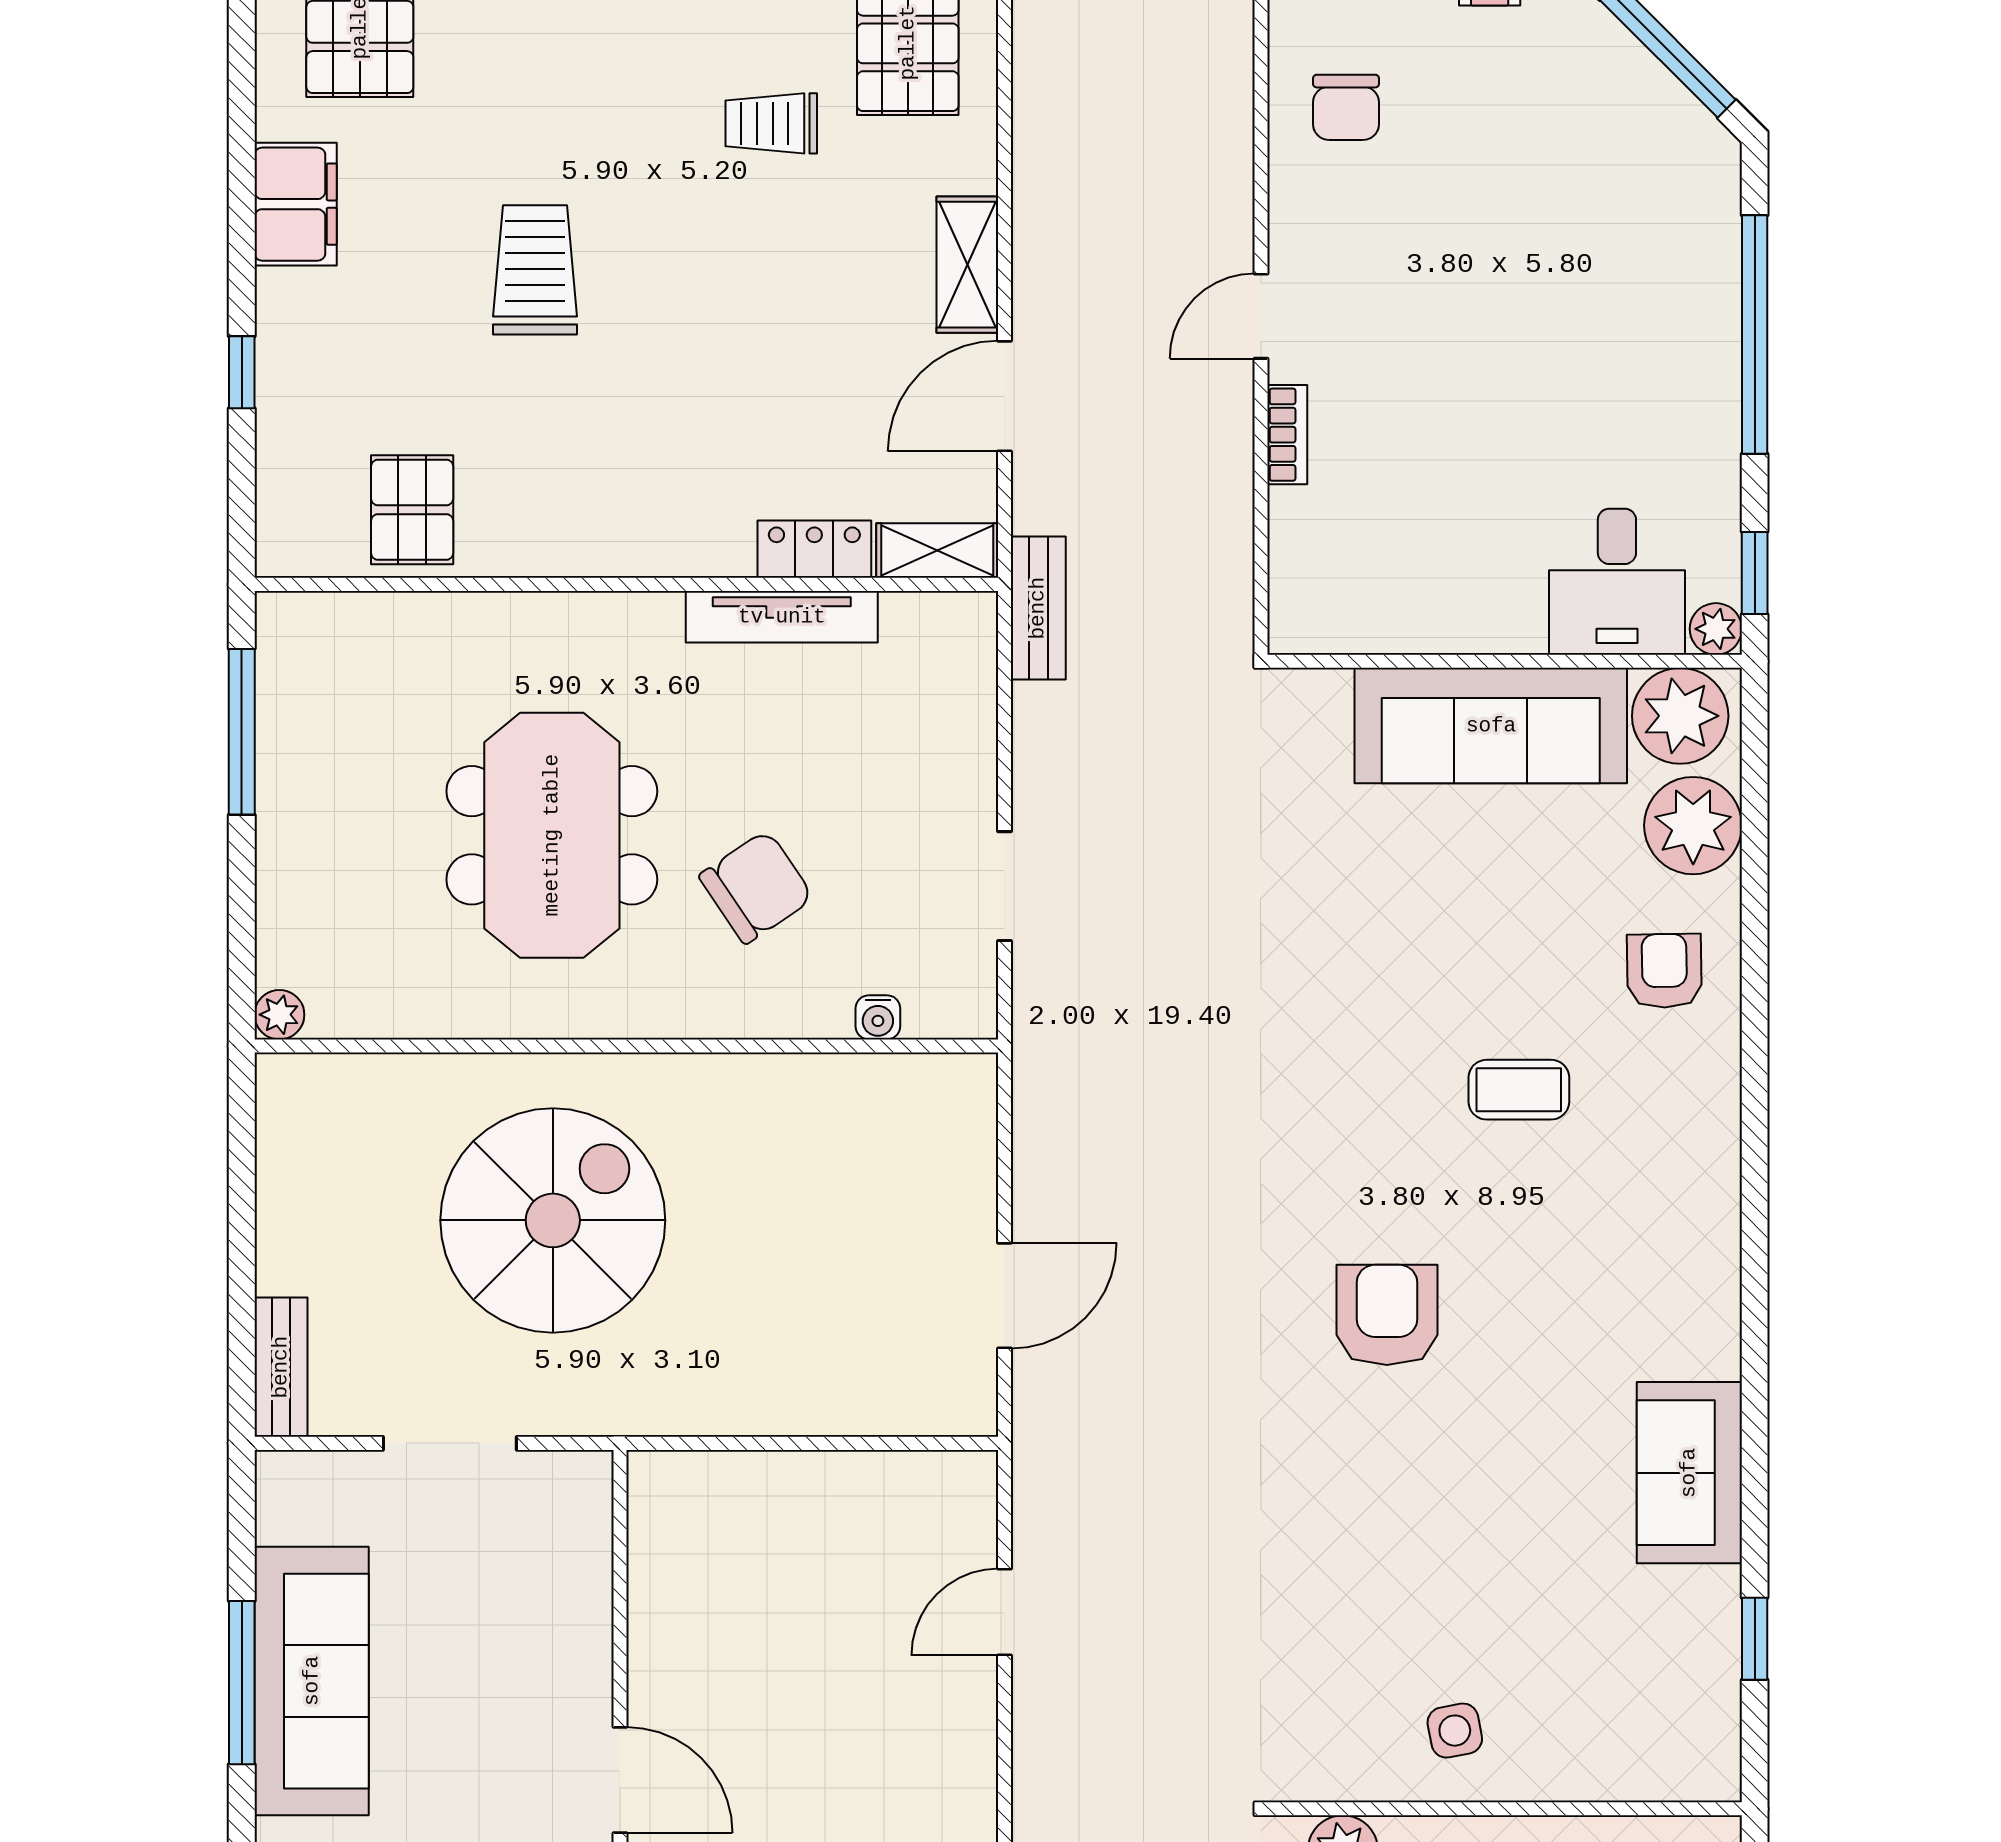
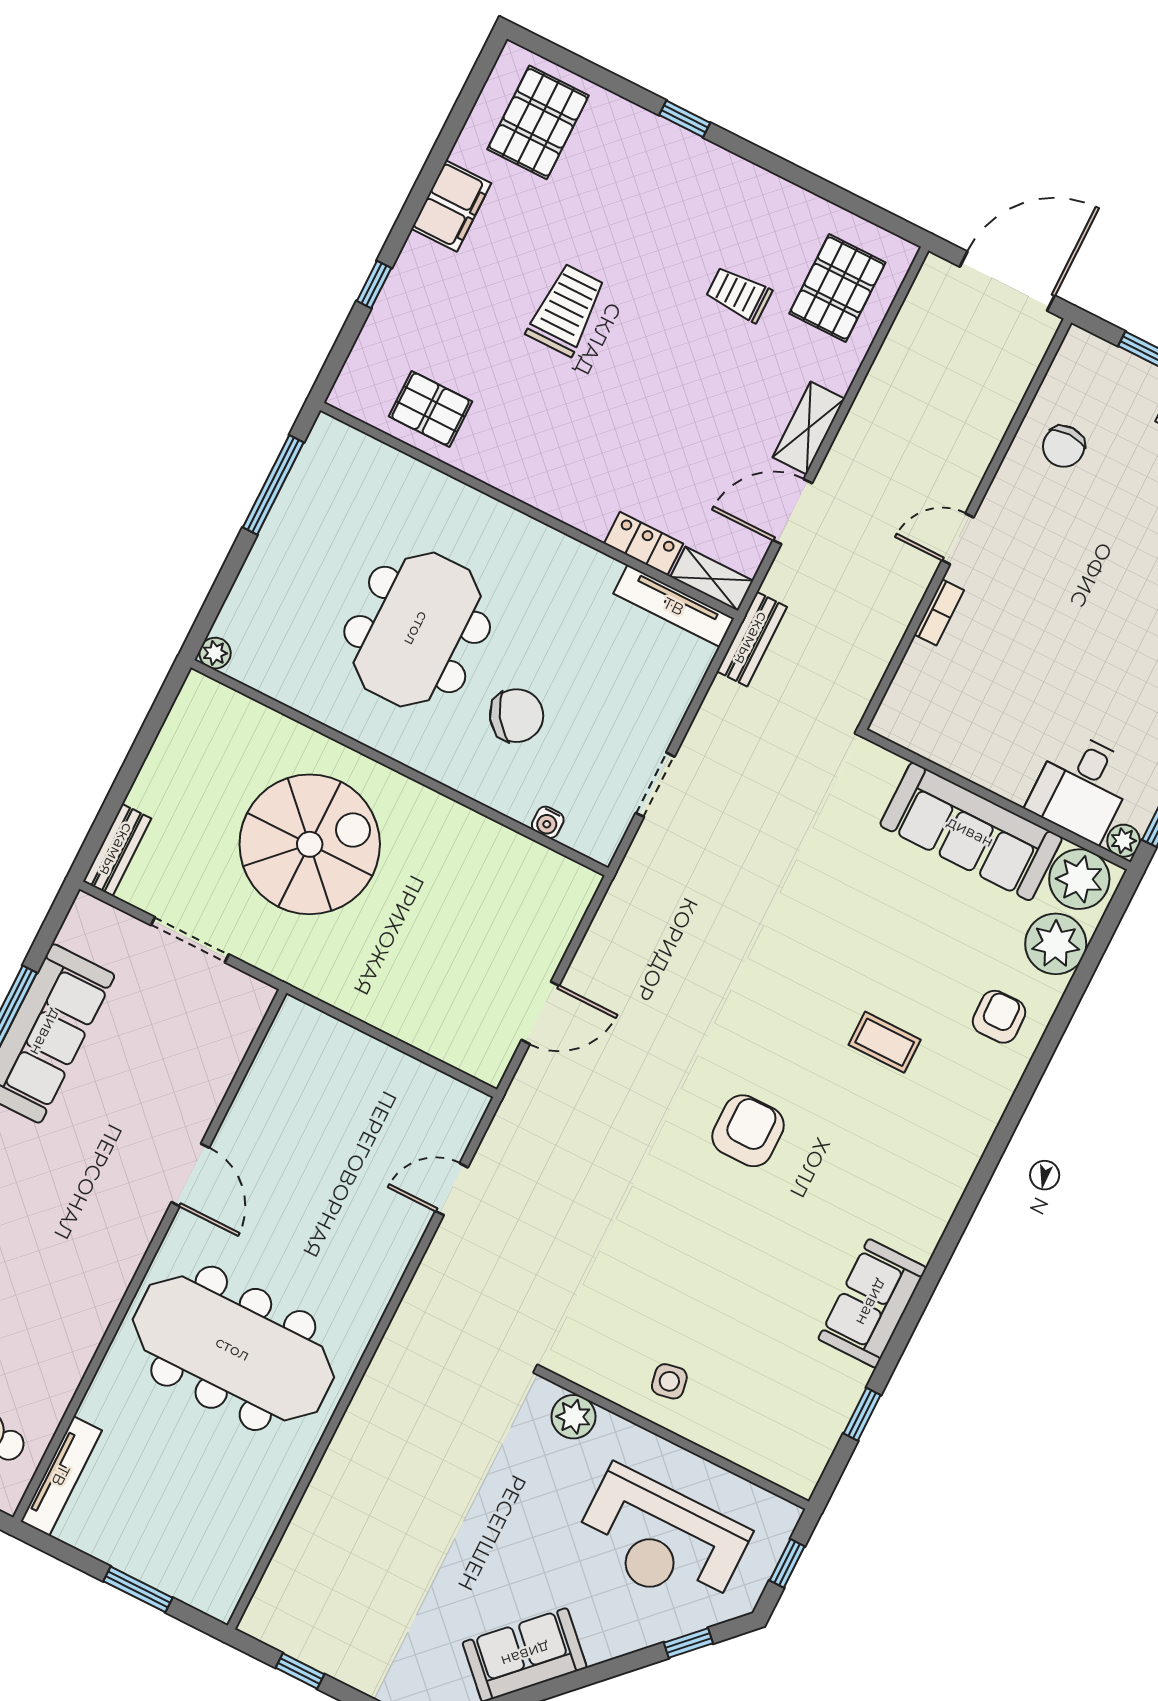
pallet: (412, 510) -> (430, 409), turned 90
tv unit: (782, 617) -> (674, 606), moved

